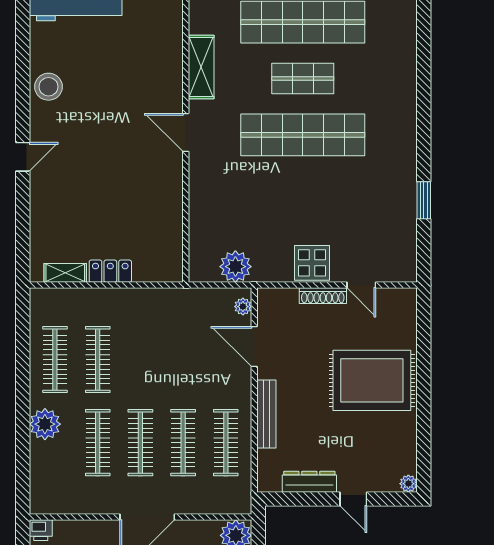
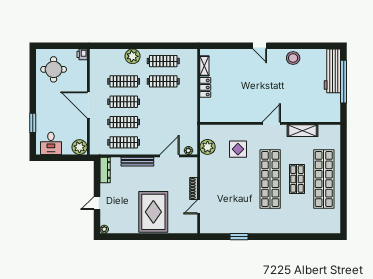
display table: (312, 263) -> (238, 149), moved
dresser: (309, 482) -> (105, 170), moved

